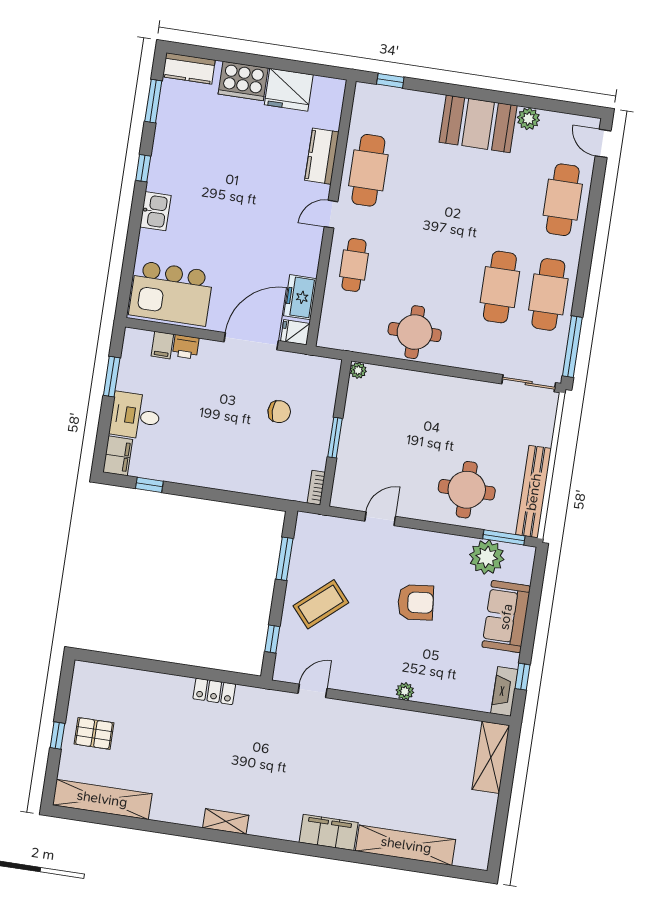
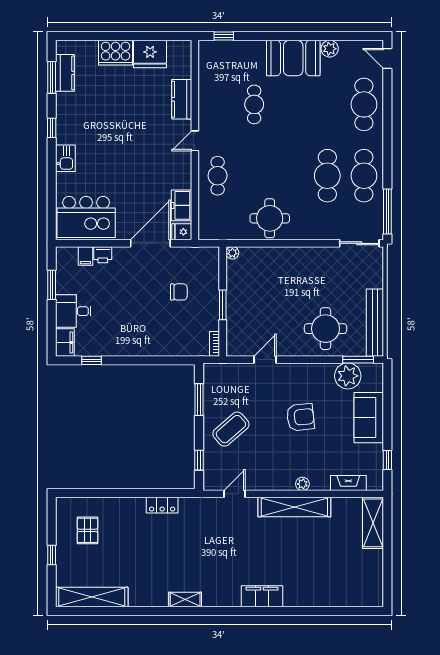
kitchen counter: (189, 68) -> (65, 73), moved, turned -90
cafe table: (368, 170) -> (254, 104), moved, width x0.73, depth x0.74
fireplace: (504, 691) -> (348, 483), moved, turned 90
pallet: (94, 733) -> (87, 530), moved, turned 90
shelving: (406, 845) -> (294, 507), moved

